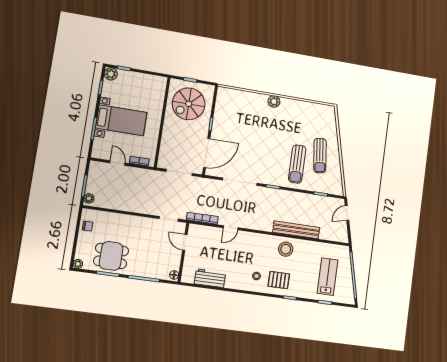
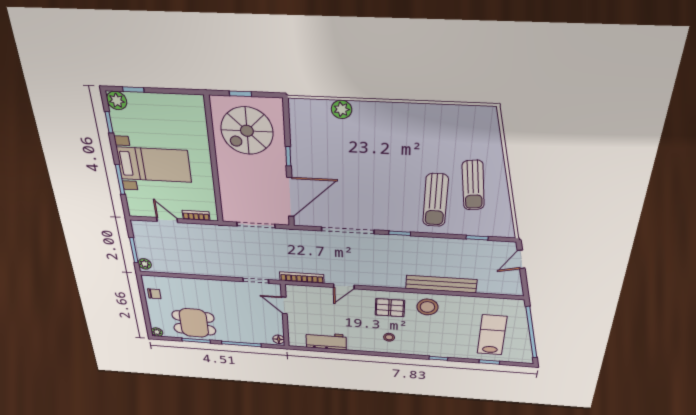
plant: (274, 101) -> (342, 109), moved
pallet: (279, 280) -> (390, 308), moved

